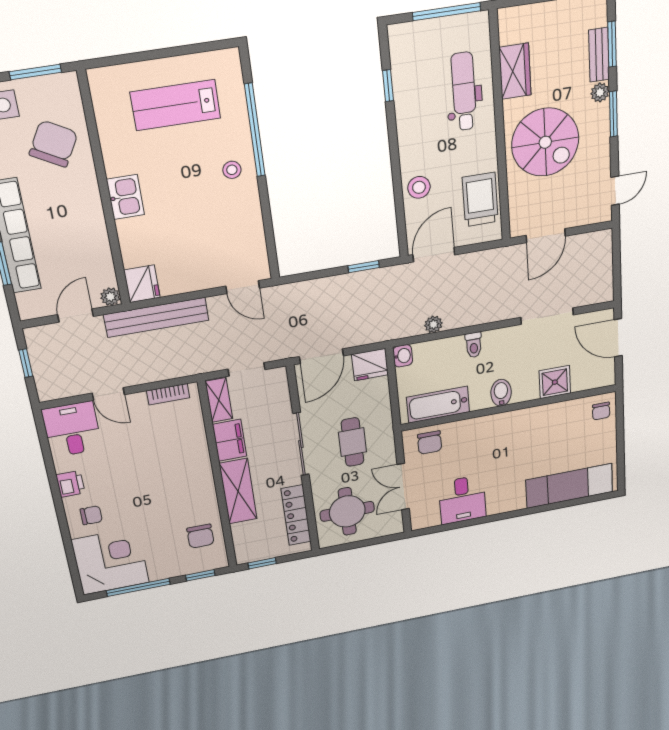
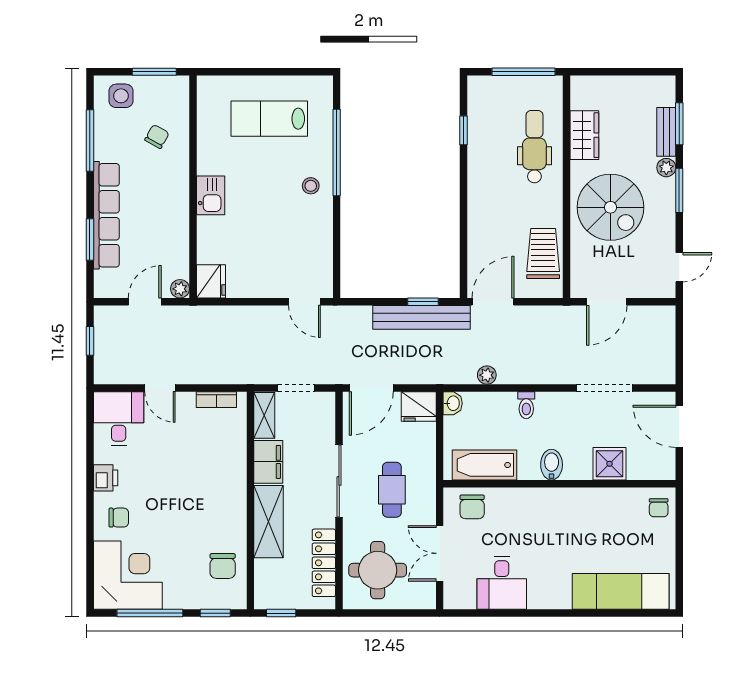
chair: (53, 144) -> (157, 136), width x0.54, depth x0.54
stool: (419, 187) -> (484, 231), removed
bench: (156, 317) -> (422, 317), moved

